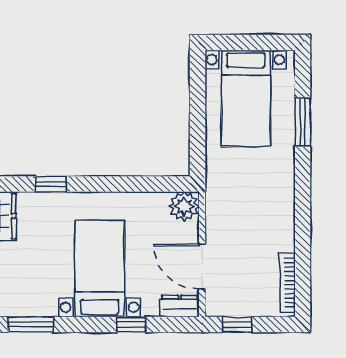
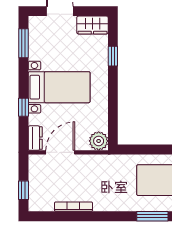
bookcase: (287, 283) -> (74, 207), moved
window: (237, 325) -> (23, 190), moved

